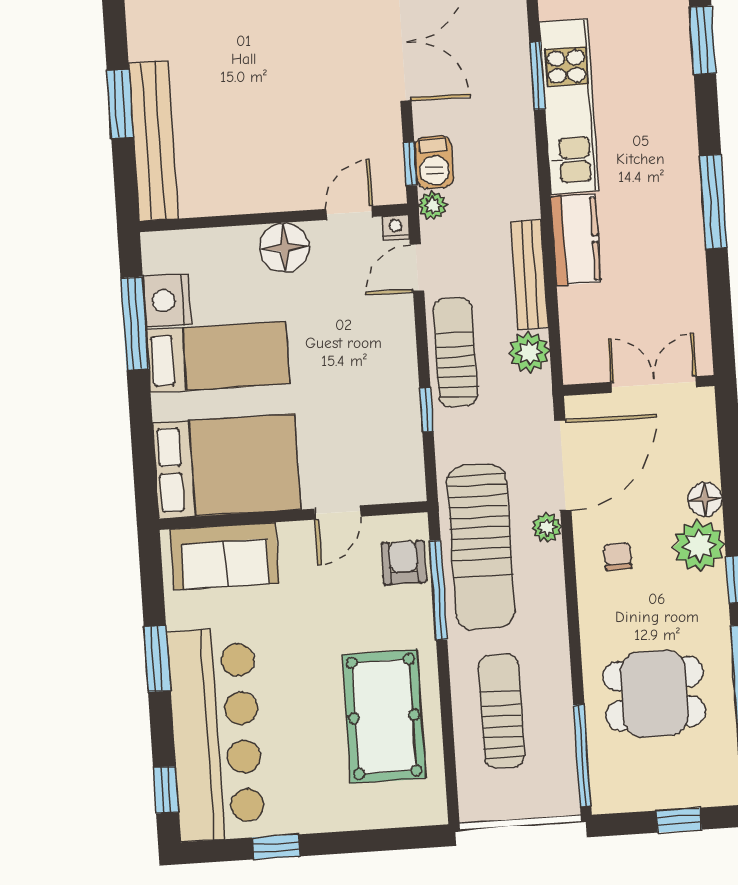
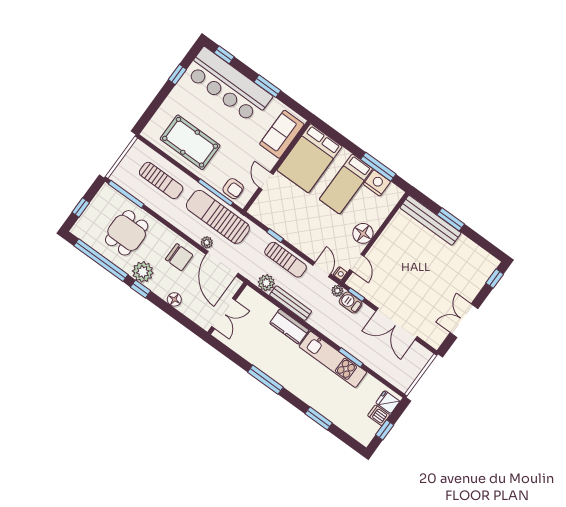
plant: (699, 546) -> (143, 272), moved
chair: (618, 556) -> (179, 257), width x1.87, depth x1.87

